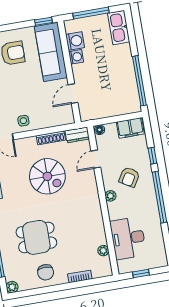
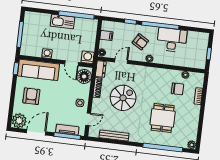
kitchen sink: (119, 28) -> (63, 22), moved
washing machine: (75, 41) -> (88, 57), moved
floor lamp: (60, 116) -> (84, 76), added
filing cabinet: (130, 128) -> (106, 36), width x0.50
door: (96, 159) -> (121, 61), swing flipped
desk: (128, 238) -> (172, 40), moved, turned 180
chair: (46, 272) -> (177, 89), moved

